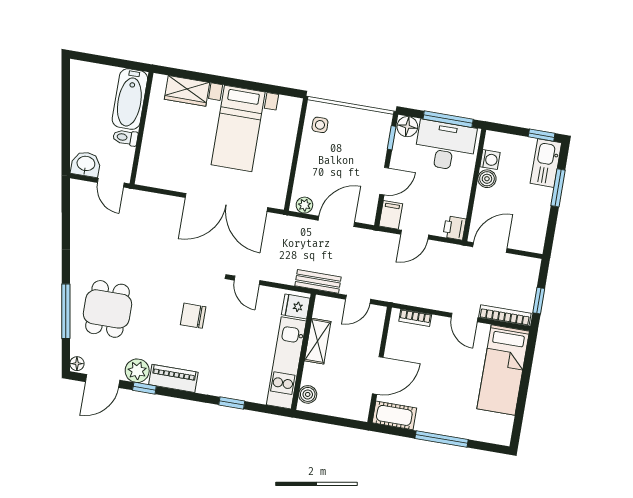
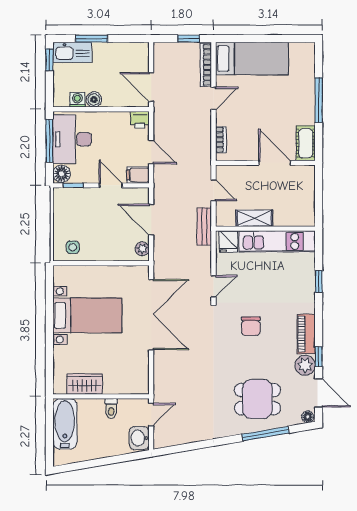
wardrobe: (187, 91) -> (85, 384), moved, turned -90
bathtub: (130, 99) -> (65, 424), moved, turned -90
boiler: (308, 394) -> (300, 219), removed

